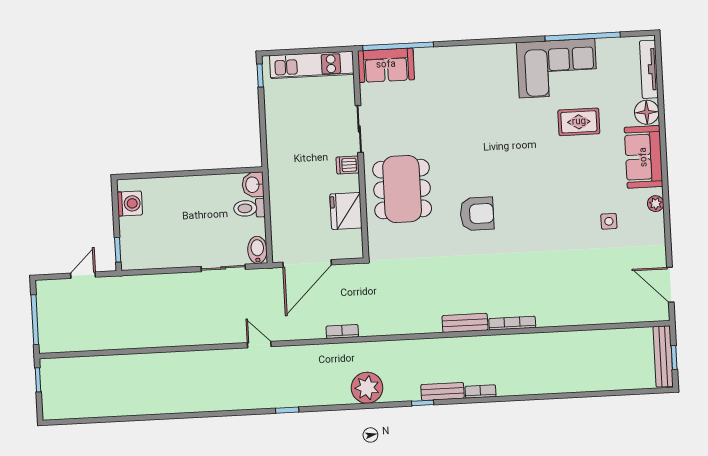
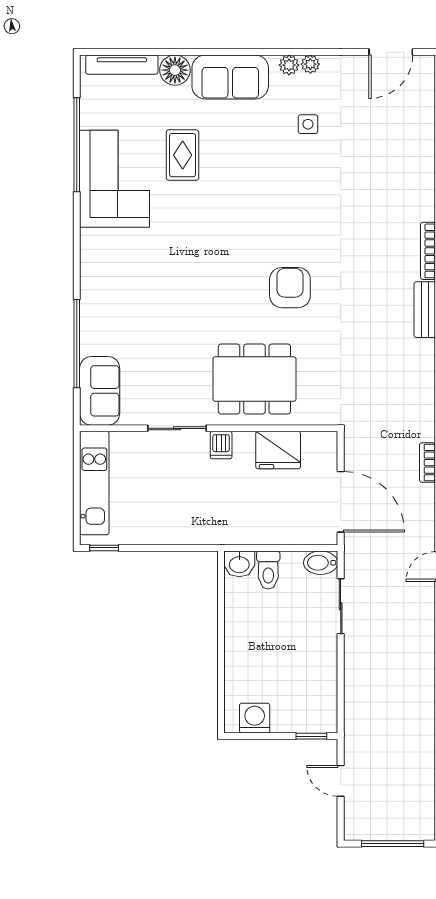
window: (398, 46) -> (77, 344), moved
plant: (657, 221) -> (310, 64), added

